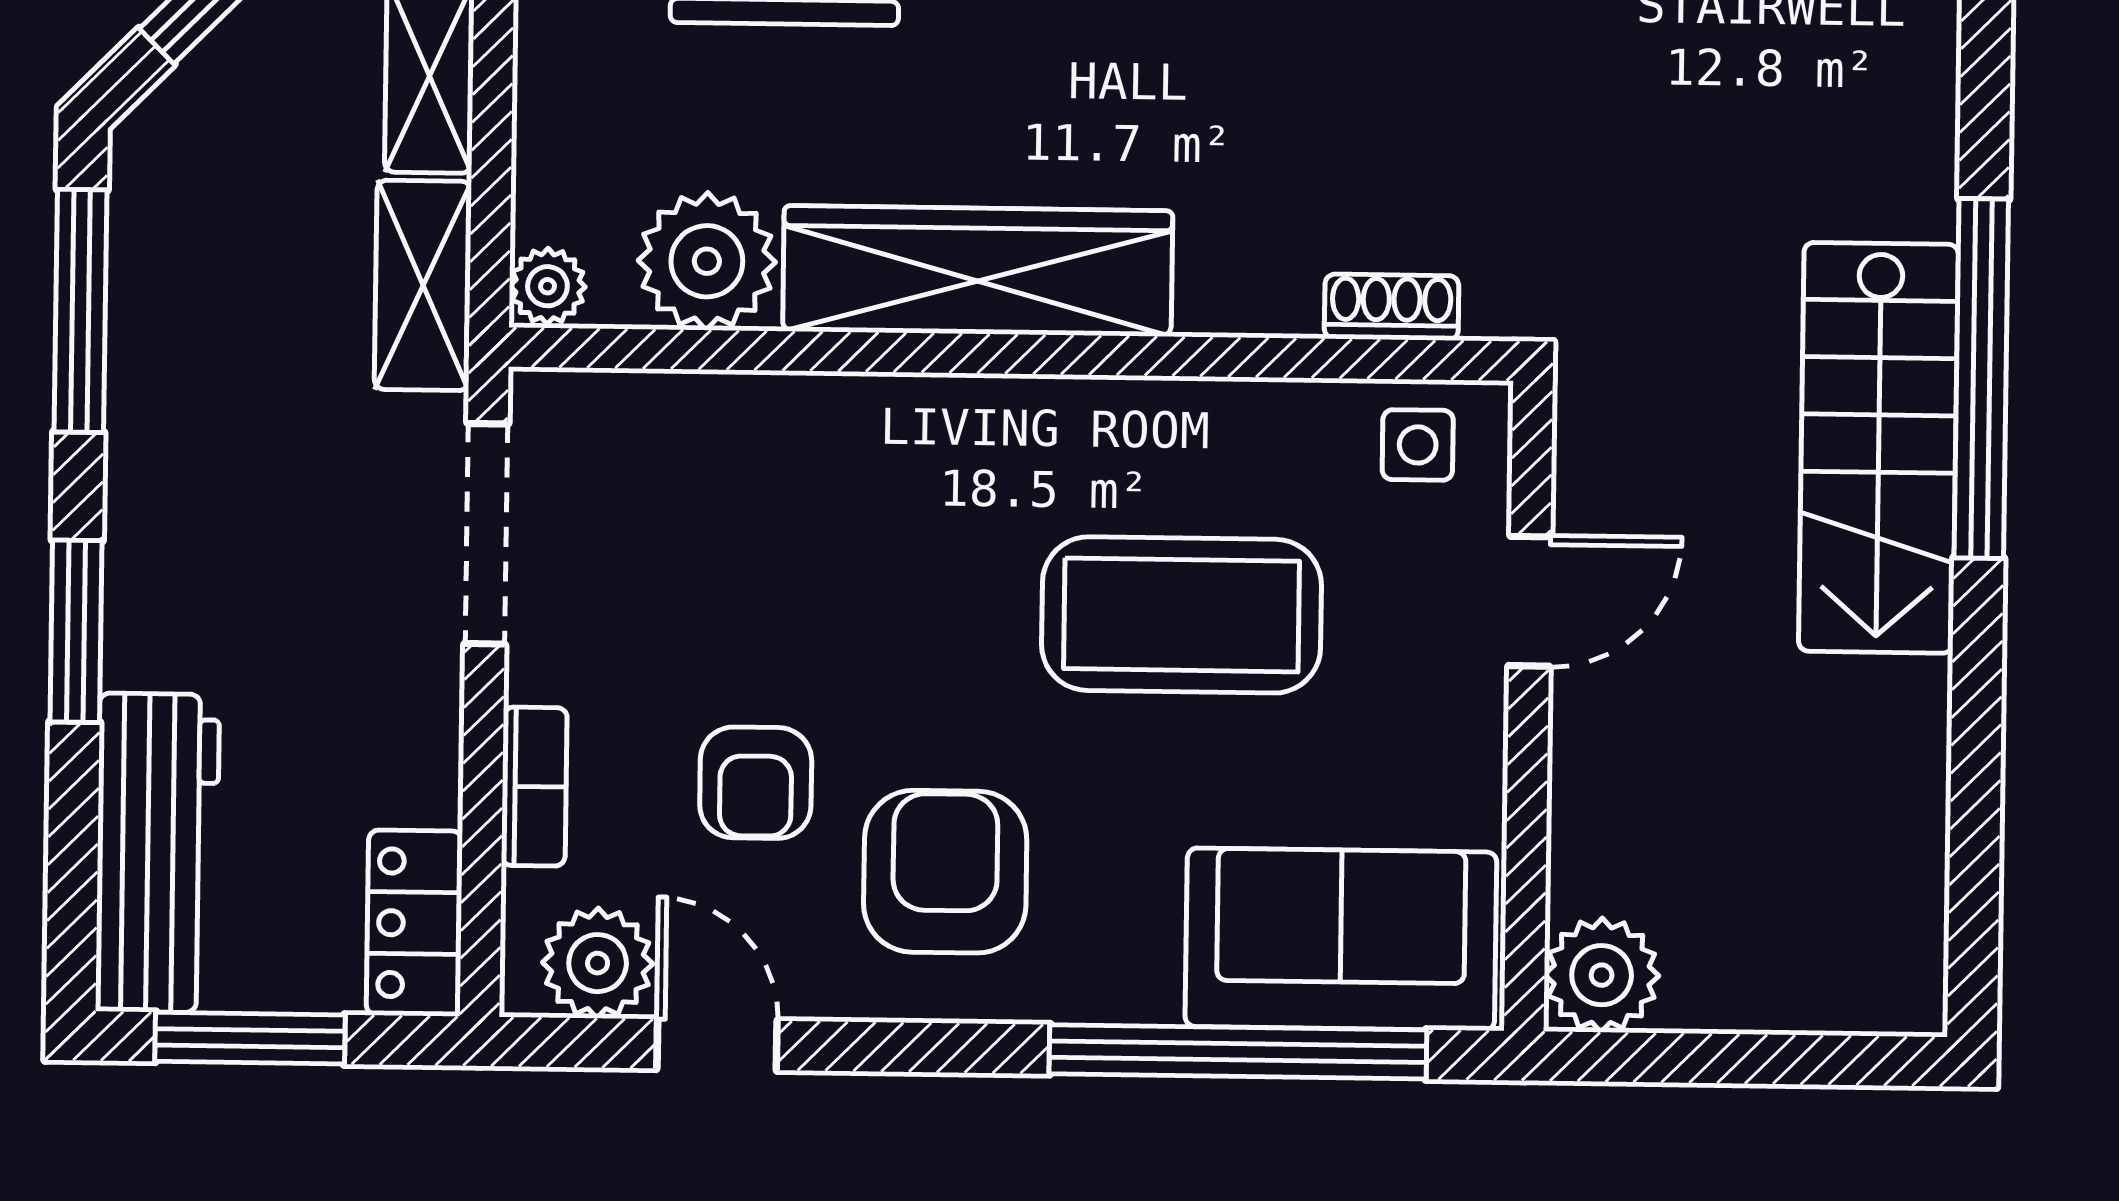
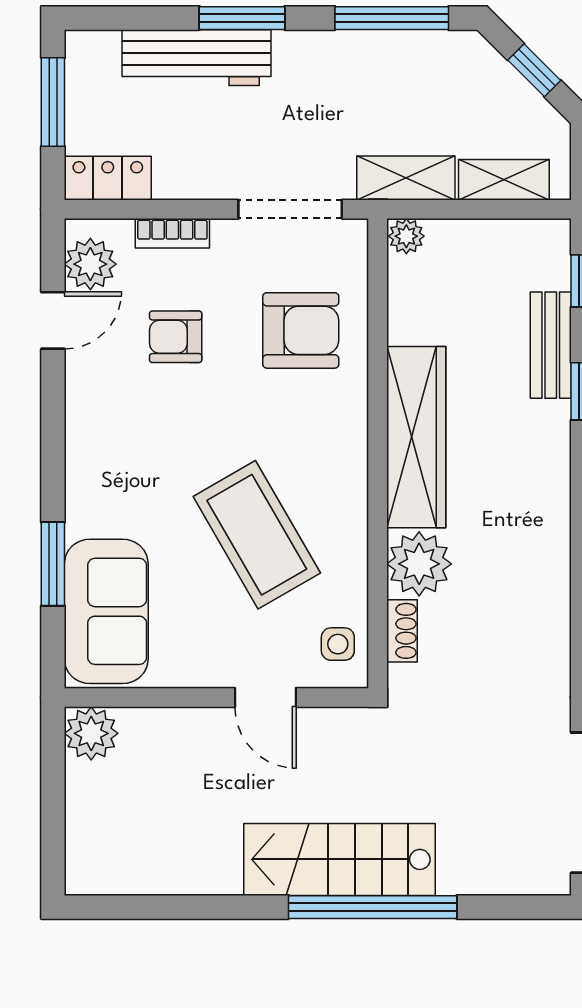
plant: (707, 261) -> (419, 564), moved
coffee table: (1182, 615) -> (257, 535), turned -30
workbench: (157, 853) -> (196, 58), moved
armchair: (945, 872) -> (301, 330), moved
window: (1238, 1052) -> (53, 564), width x0.47

